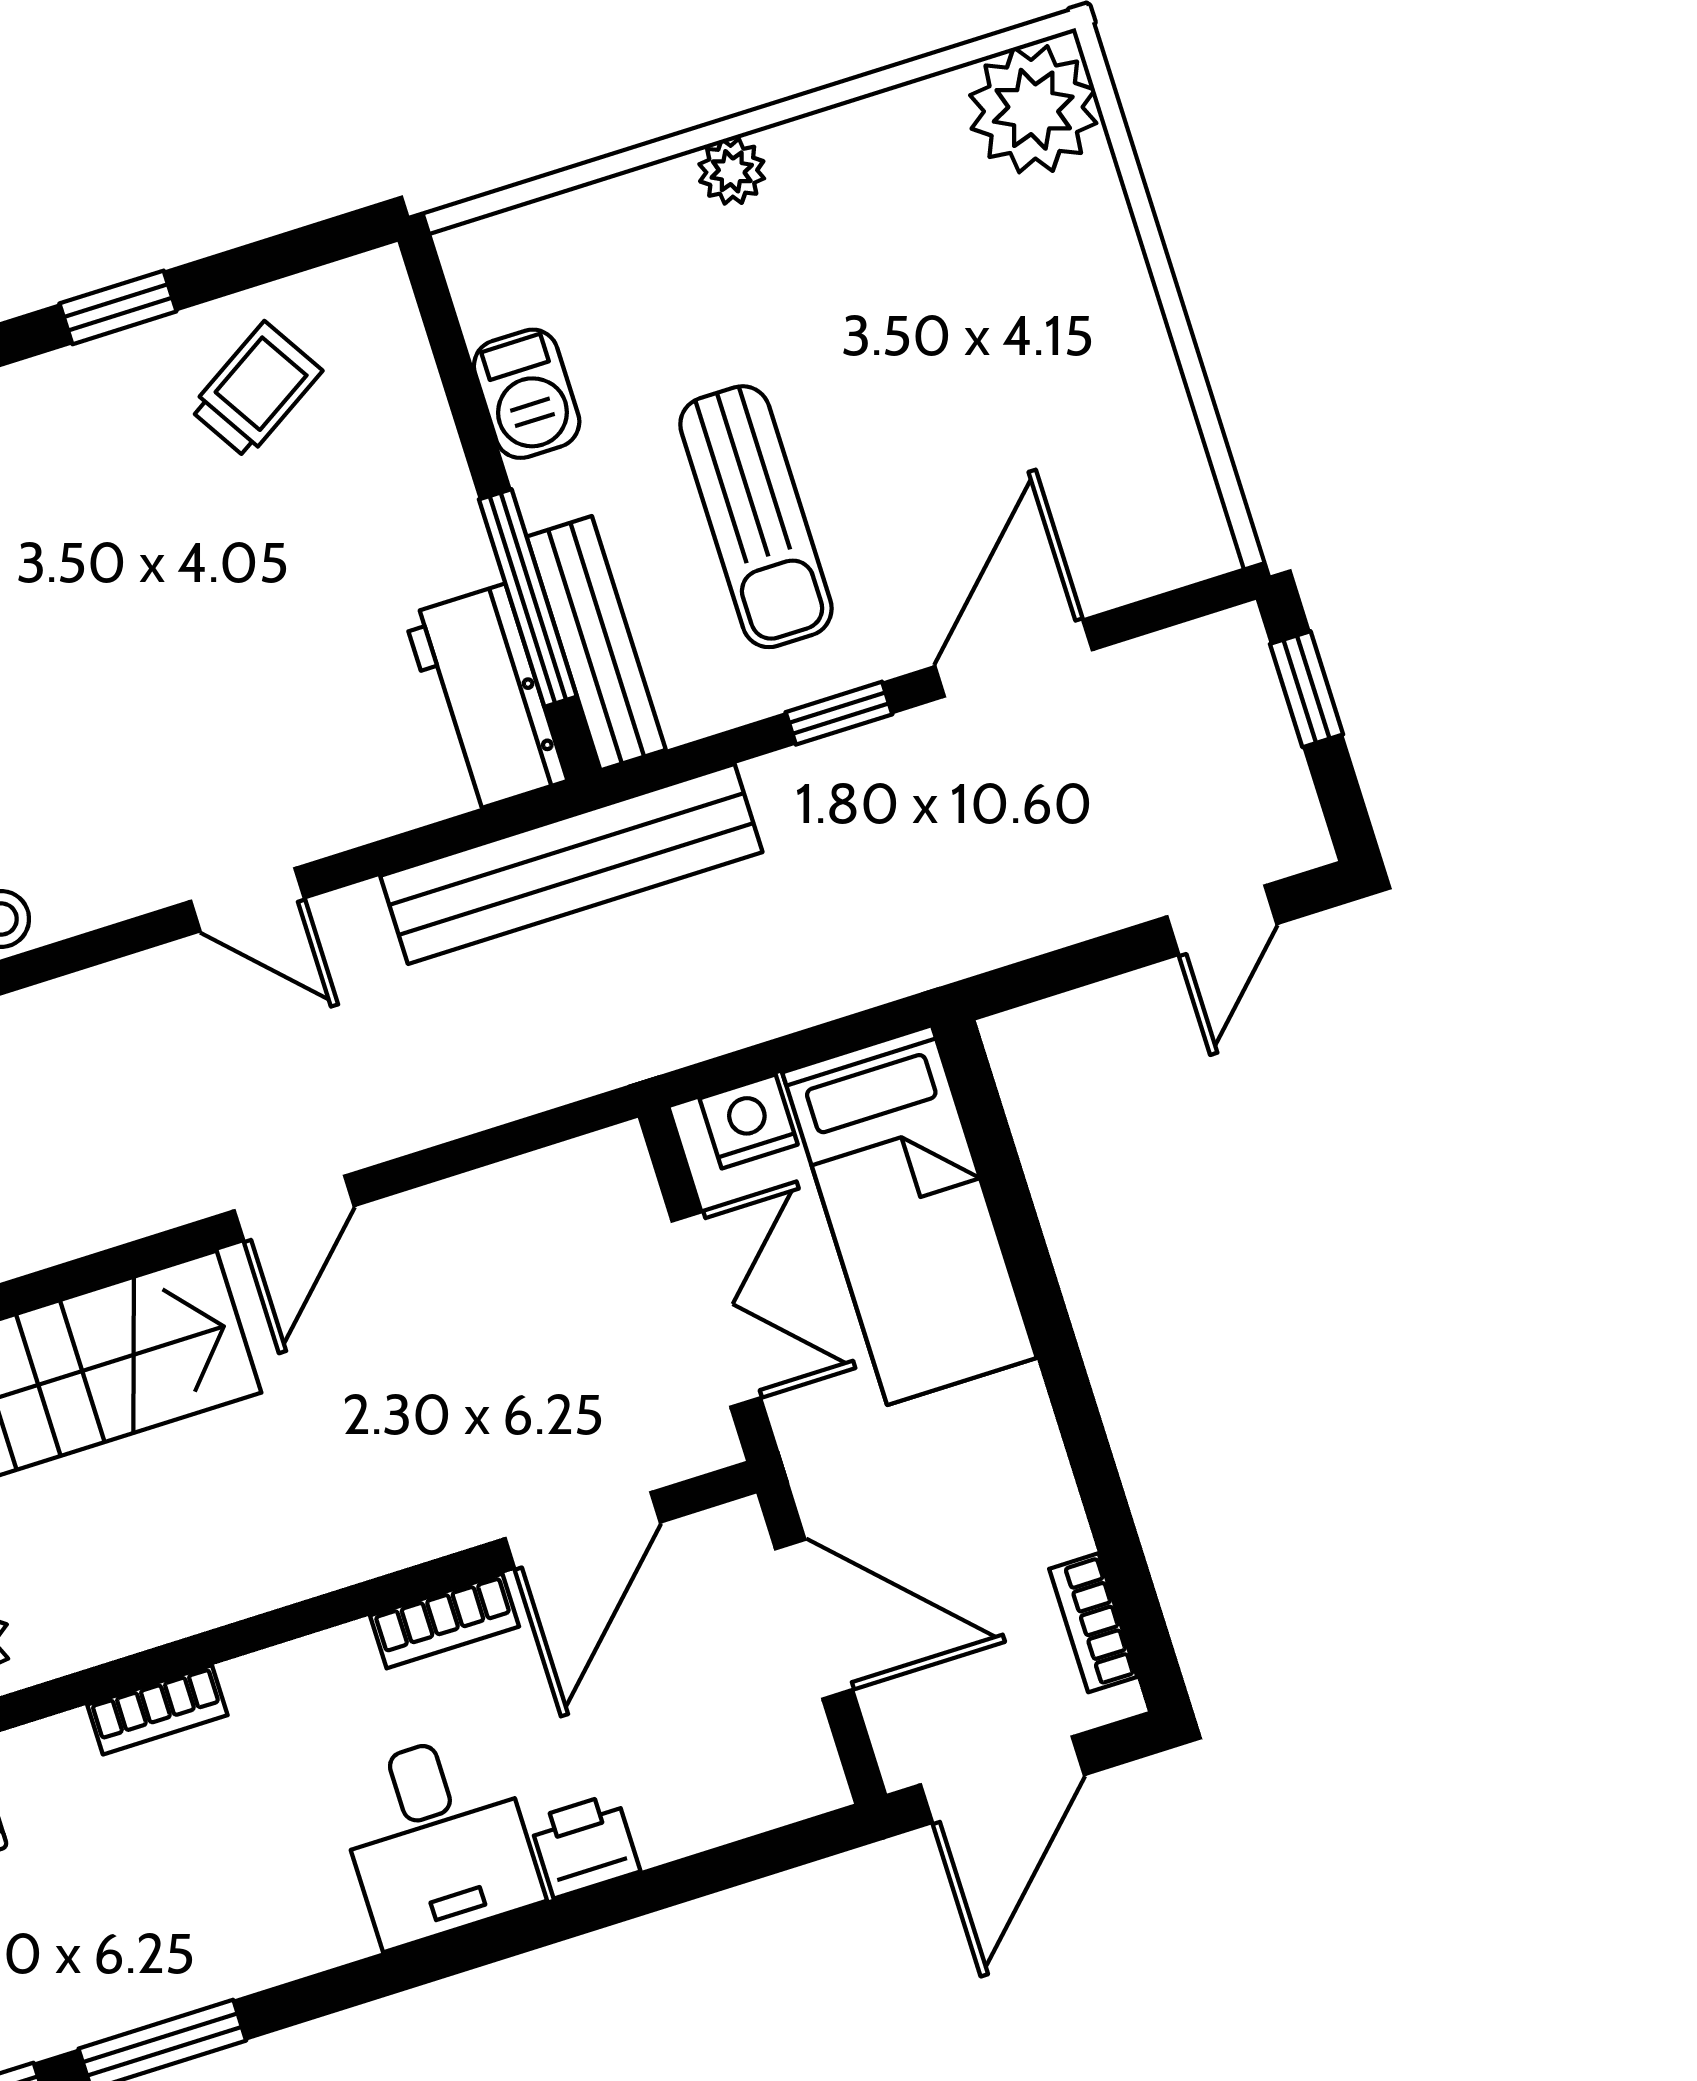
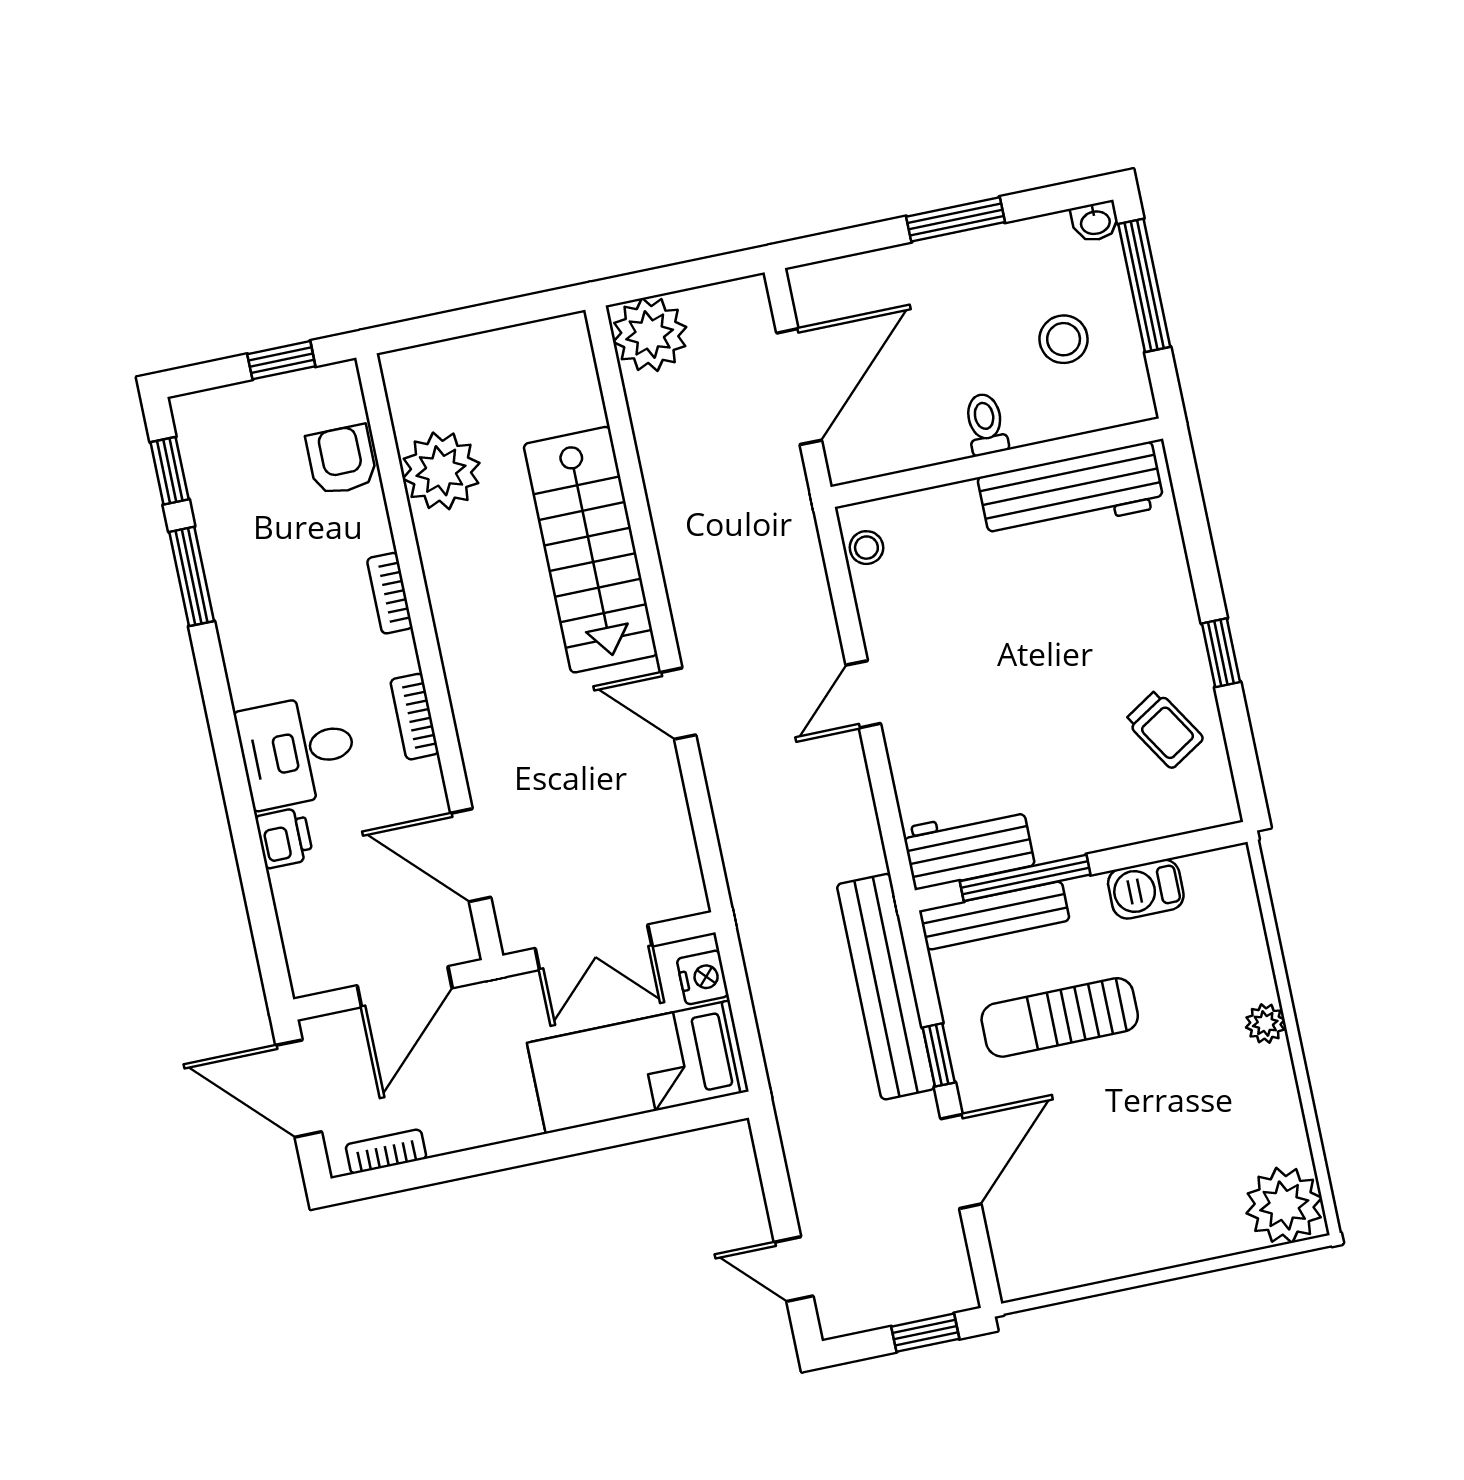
door: (1014, 658) -> (961, 1161), hinge flipped
bench: (571, 864) -> (886, 987), moved
bookcase: (445, 1621) -> (415, 717), moved

